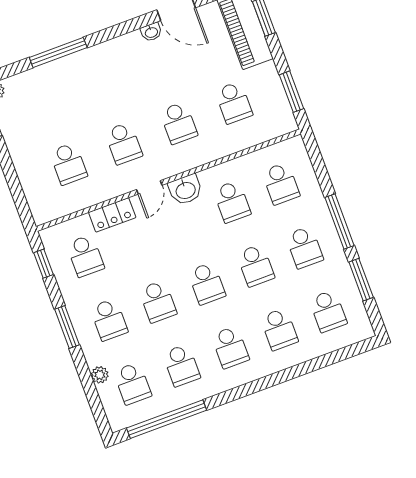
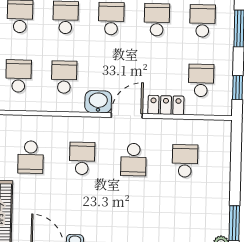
school desk: (234, 103) -> (31, 157), turned 180
school desk: (124, 143) -> (134, 160), turned 180
door: (149, 187) -> (127, 115), width x1.38

